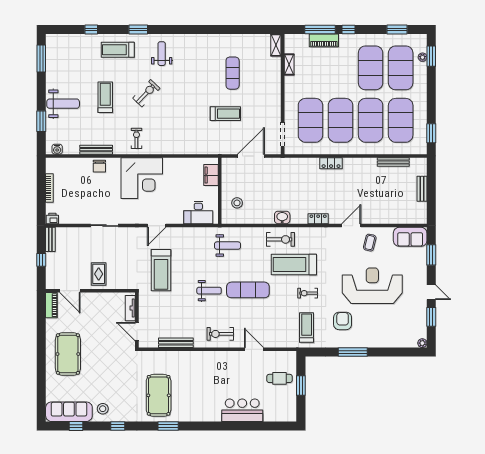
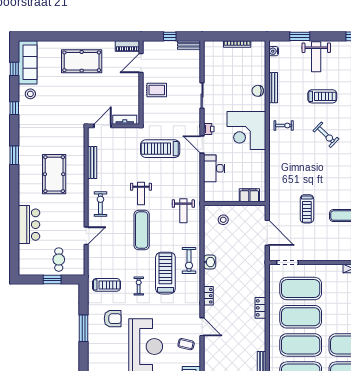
desk: (198, 213) -> (214, 168), moved
printer: (52, 218) -> (209, 129), moved
pool table: (159, 395) -> (54, 174), moved, turned 90

